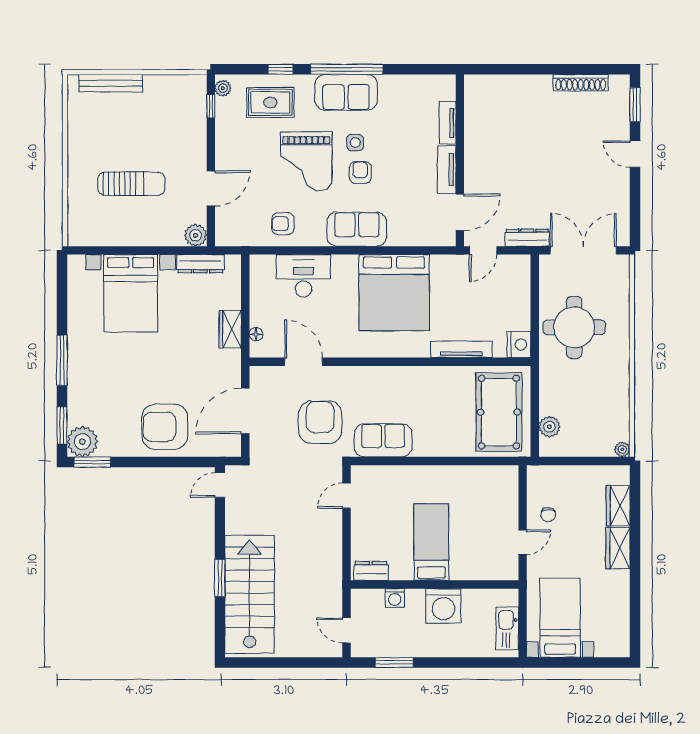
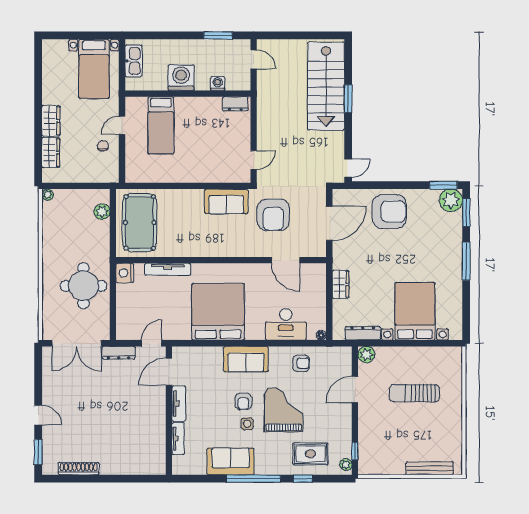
sofa: (346, 92) -> (231, 461), moved
floor lamp: (256, 334) -> (321, 335), moved
bed: (431, 542) -> (161, 125), moved

